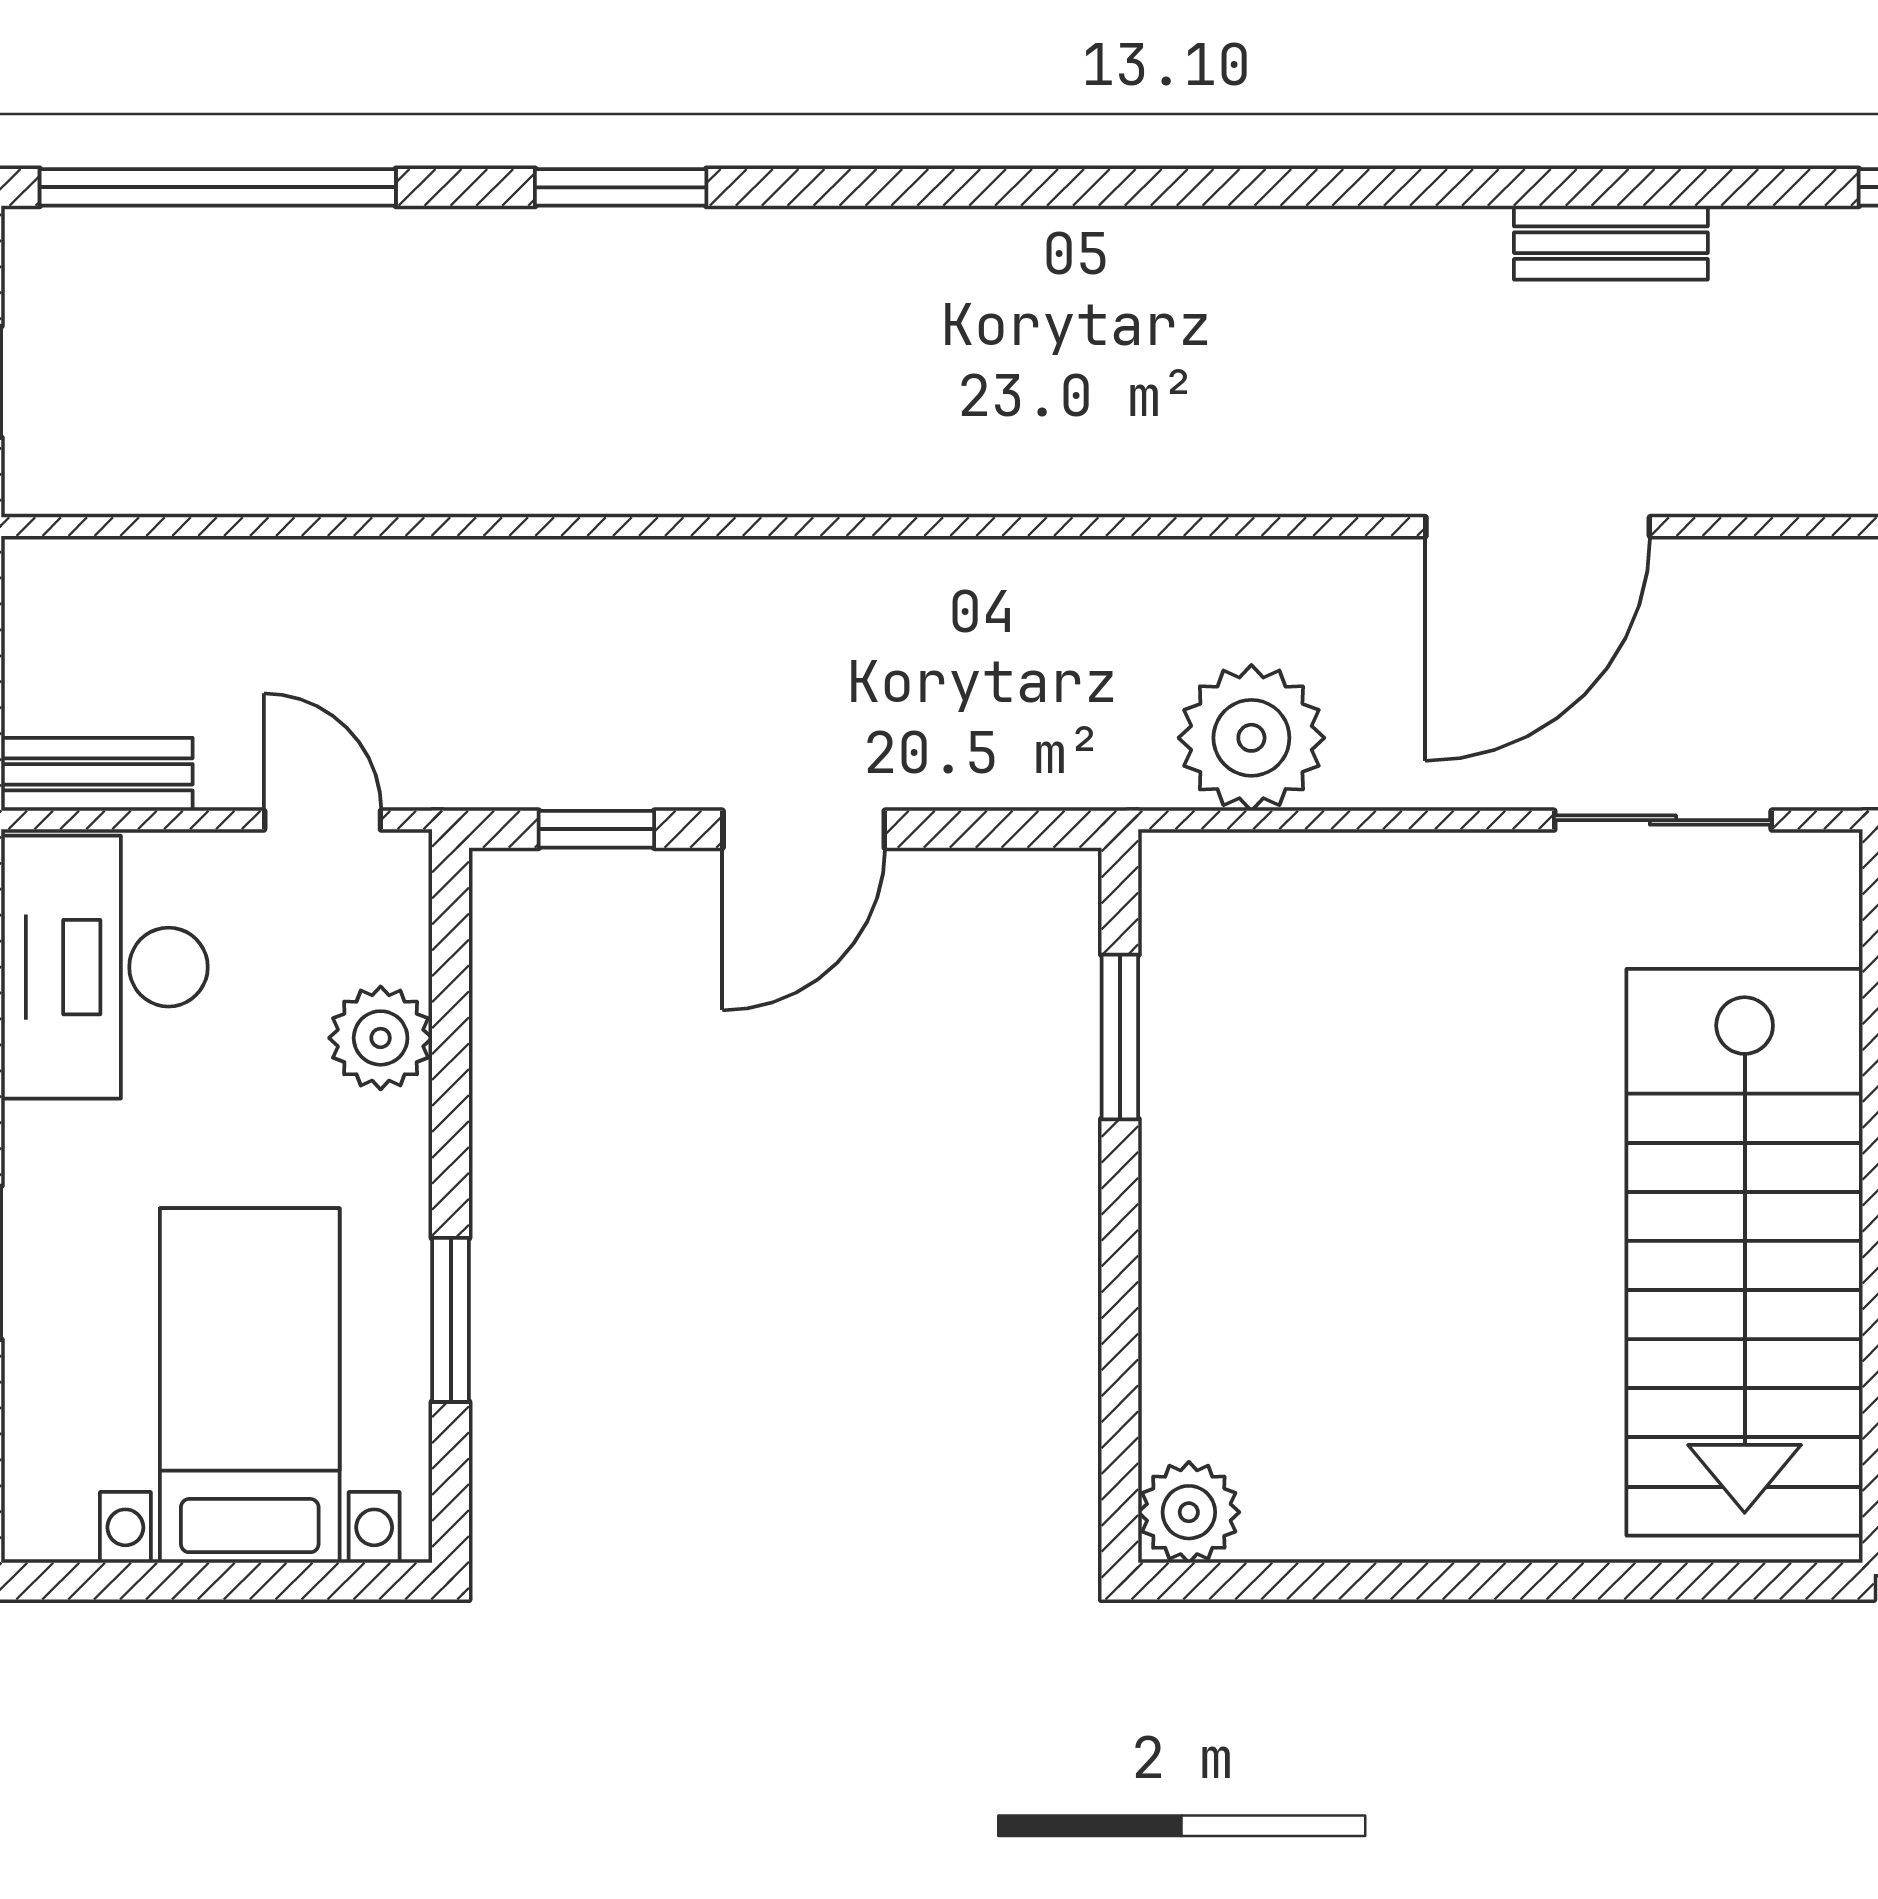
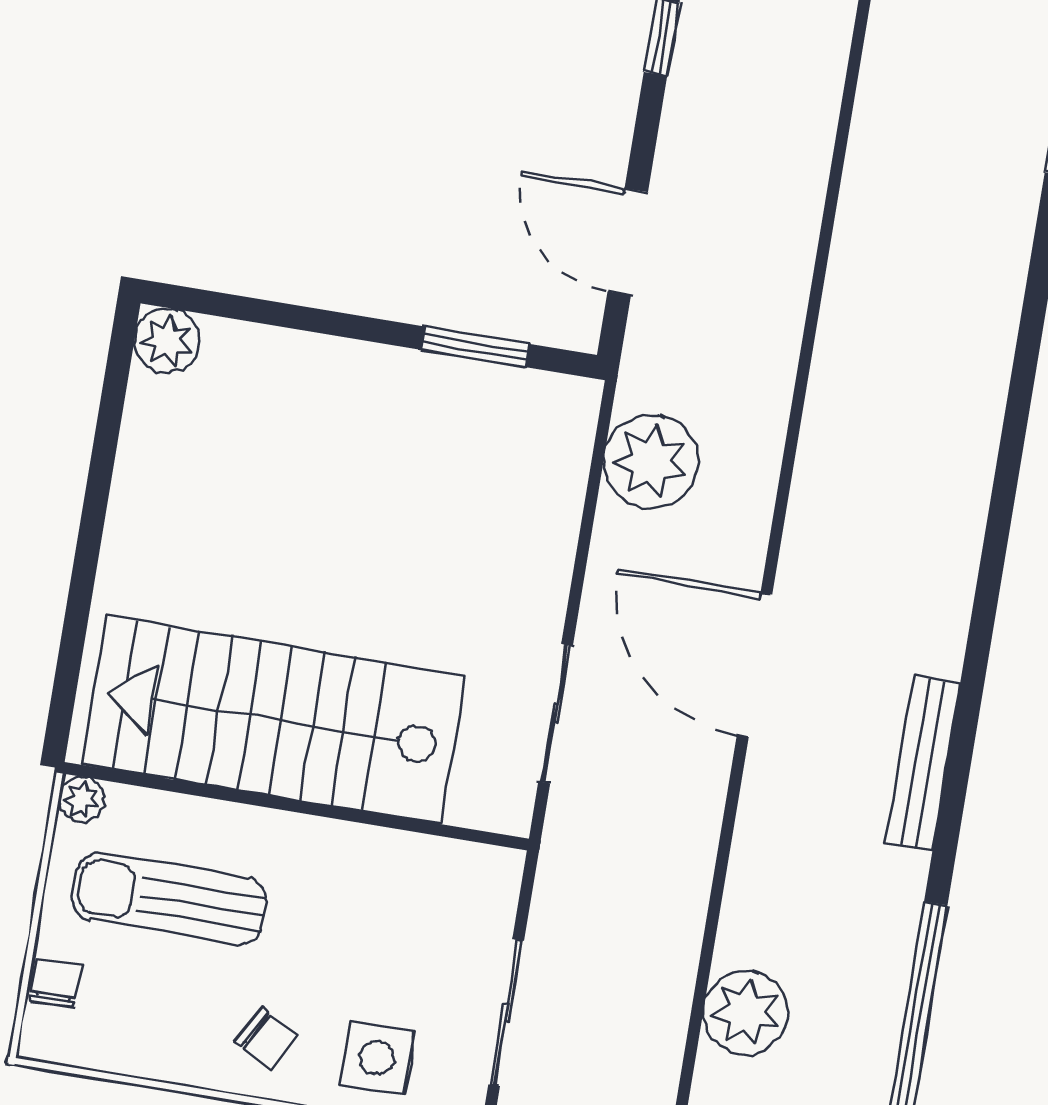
bench: (1611, 243) -> (923, 763), width x1.36
door: (804, 829) -> (628, 242), moved

